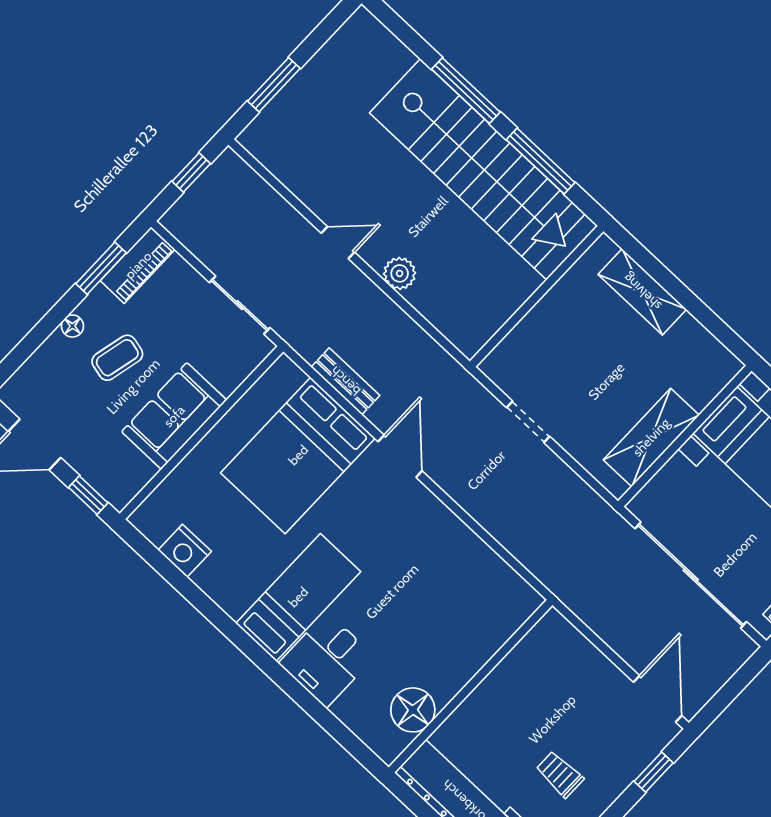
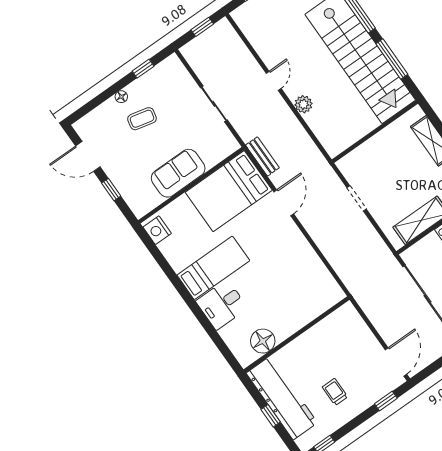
door: (338, 243) -> (274, 81), hinge flipped
piano: (138, 265) -> (163, 71), removed
window: (101, 268) -> (143, 69), width x0.67
sofa: (174, 416) -> (178, 173), moved
wall: (201, 433) -> (191, 185), moved

